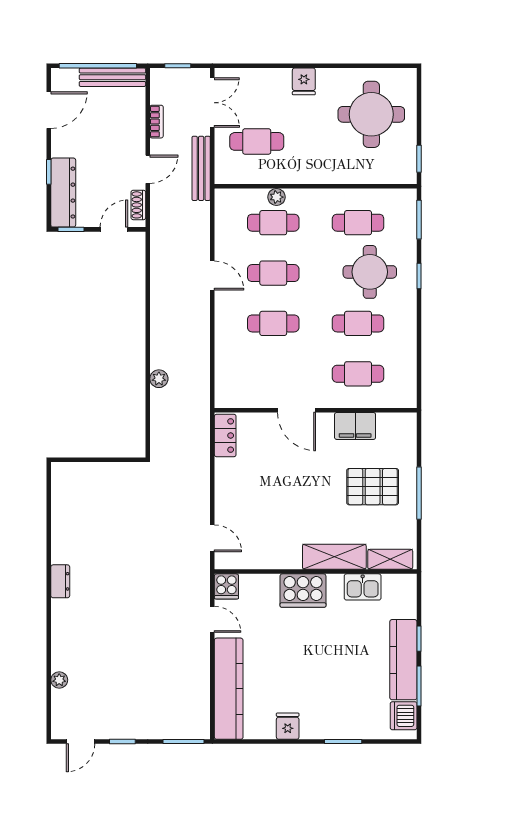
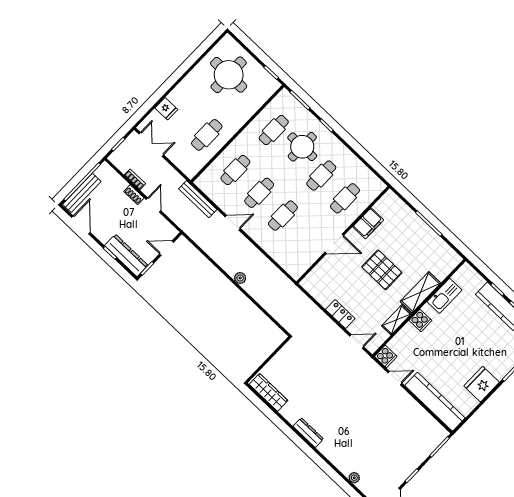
bench: (112, 77) -> (82, 193), moved
fridge: (304, 81) -> (166, 109), moved
cafe table: (257, 141) -> (207, 135), moved
bench: (201, 168) -> (198, 199), moved
plant: (276, 197) -> (225, 157), removed
shoe rack: (138, 205) -> (134, 195), moved
door: (114, 229) -> (167, 248), hinge flipped
plant: (159, 379) -> (240, 278), moved
locker: (225, 436) -> (340, 314), moved
pallet: (373, 487) -> (382, 270), moved, turned 90
wardrobe: (63, 495) -> (268, 392), added
shelving: (390, 559) -> (396, 320), moved
dresser: (60, 581) -> (308, 433), width x1.44
kitchen sink: (363, 587) -> (444, 296), width x1.38
cooker: (303, 591) -> (420, 320), width x0.53, depth x0.76
fridge: (288, 726) -> (482, 384), width x1.88, depth x1.34

